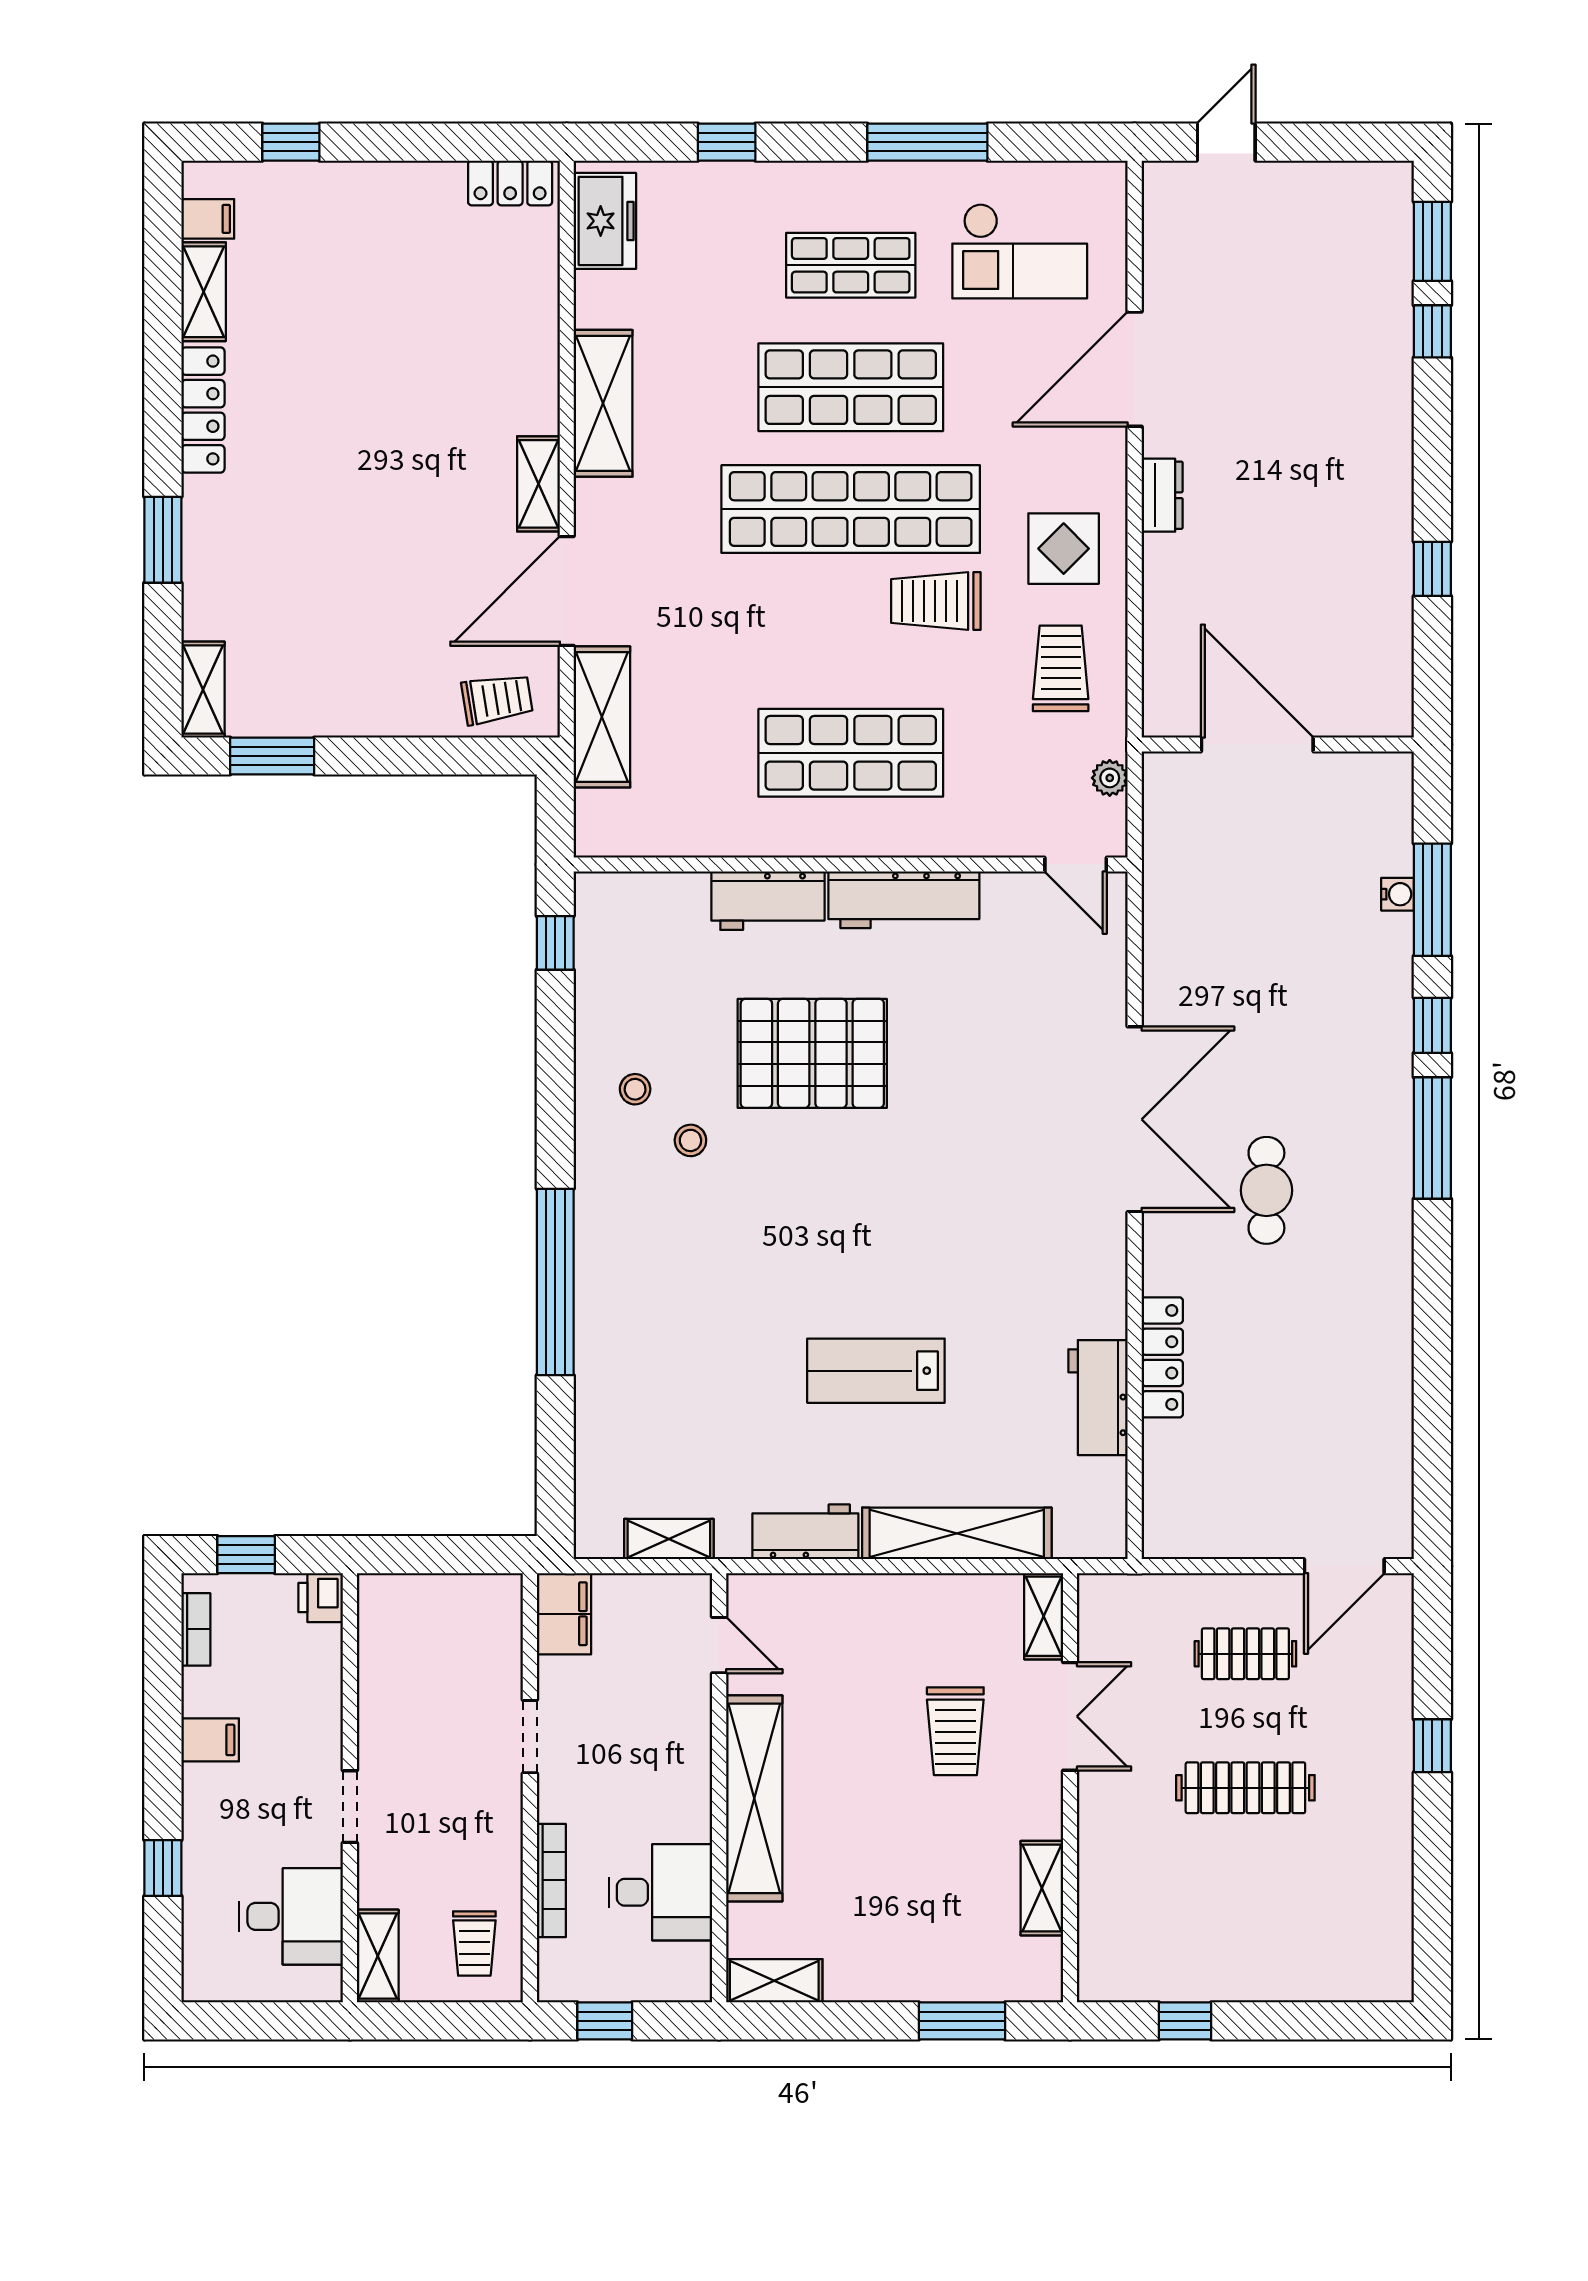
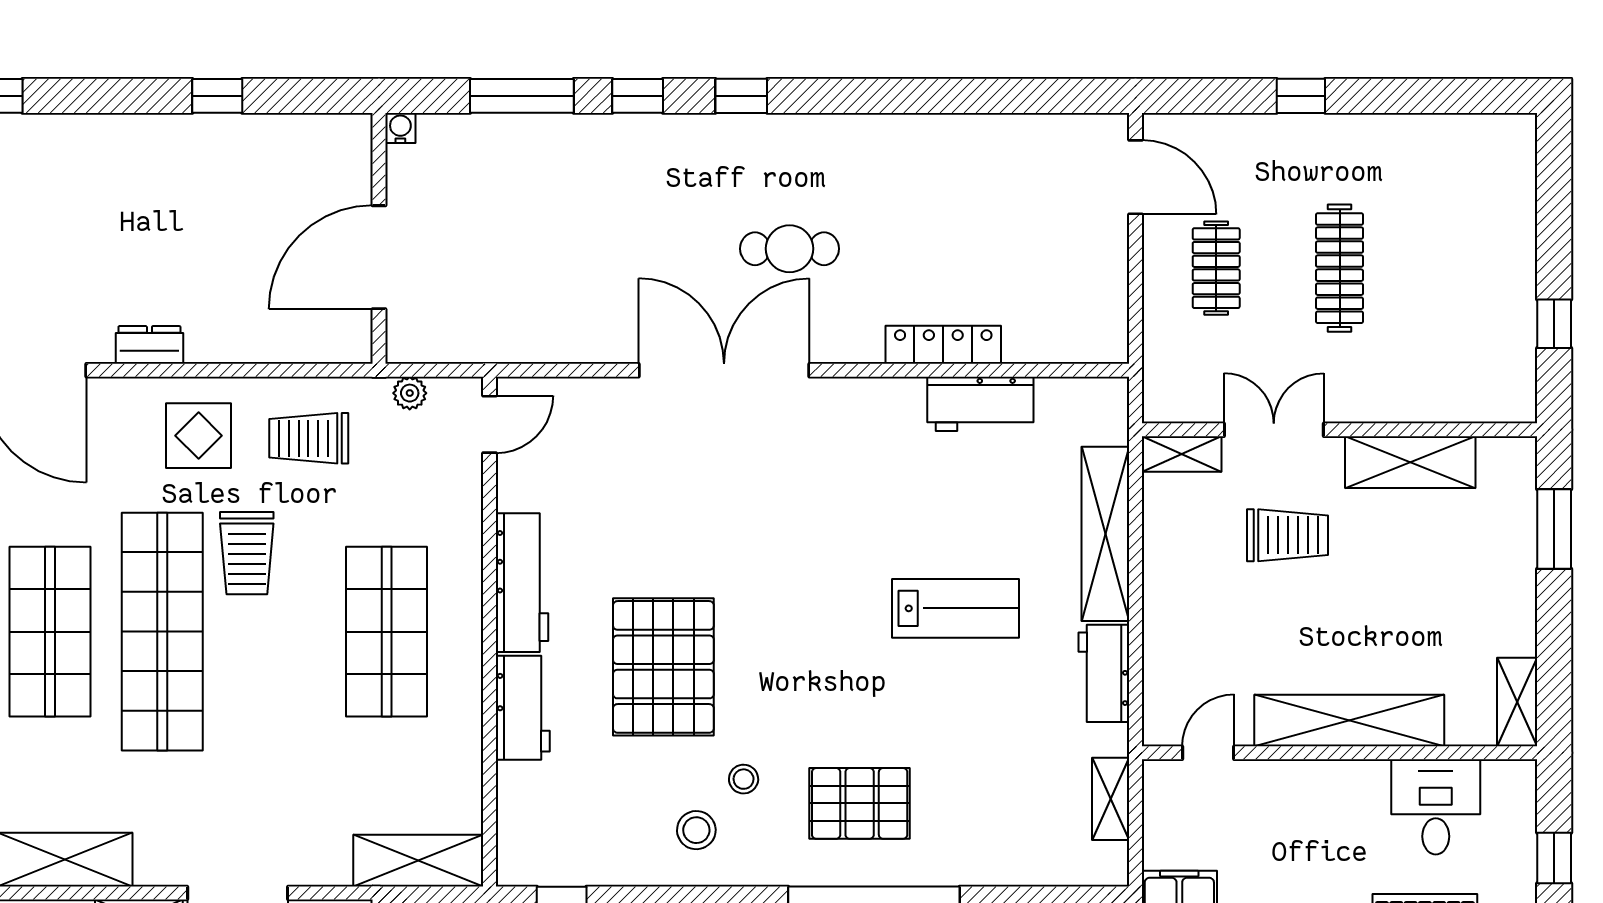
shelving: (602, 717) -> (418, 861), moved
water cooler: (1398, 894) -> (400, 128), moved
stool: (635, 1089) -> (696, 830), width x1.37, depth x1.37
window: (1432, 1138) -> (741, 96), width x0.46
pallet: (664, 1266) -> (860, 803), added
lab bench: (876, 1371) -> (956, 608), turned -90
shelving: (1042, 1888) -> (1410, 462), width x1.50, depth x1.33

